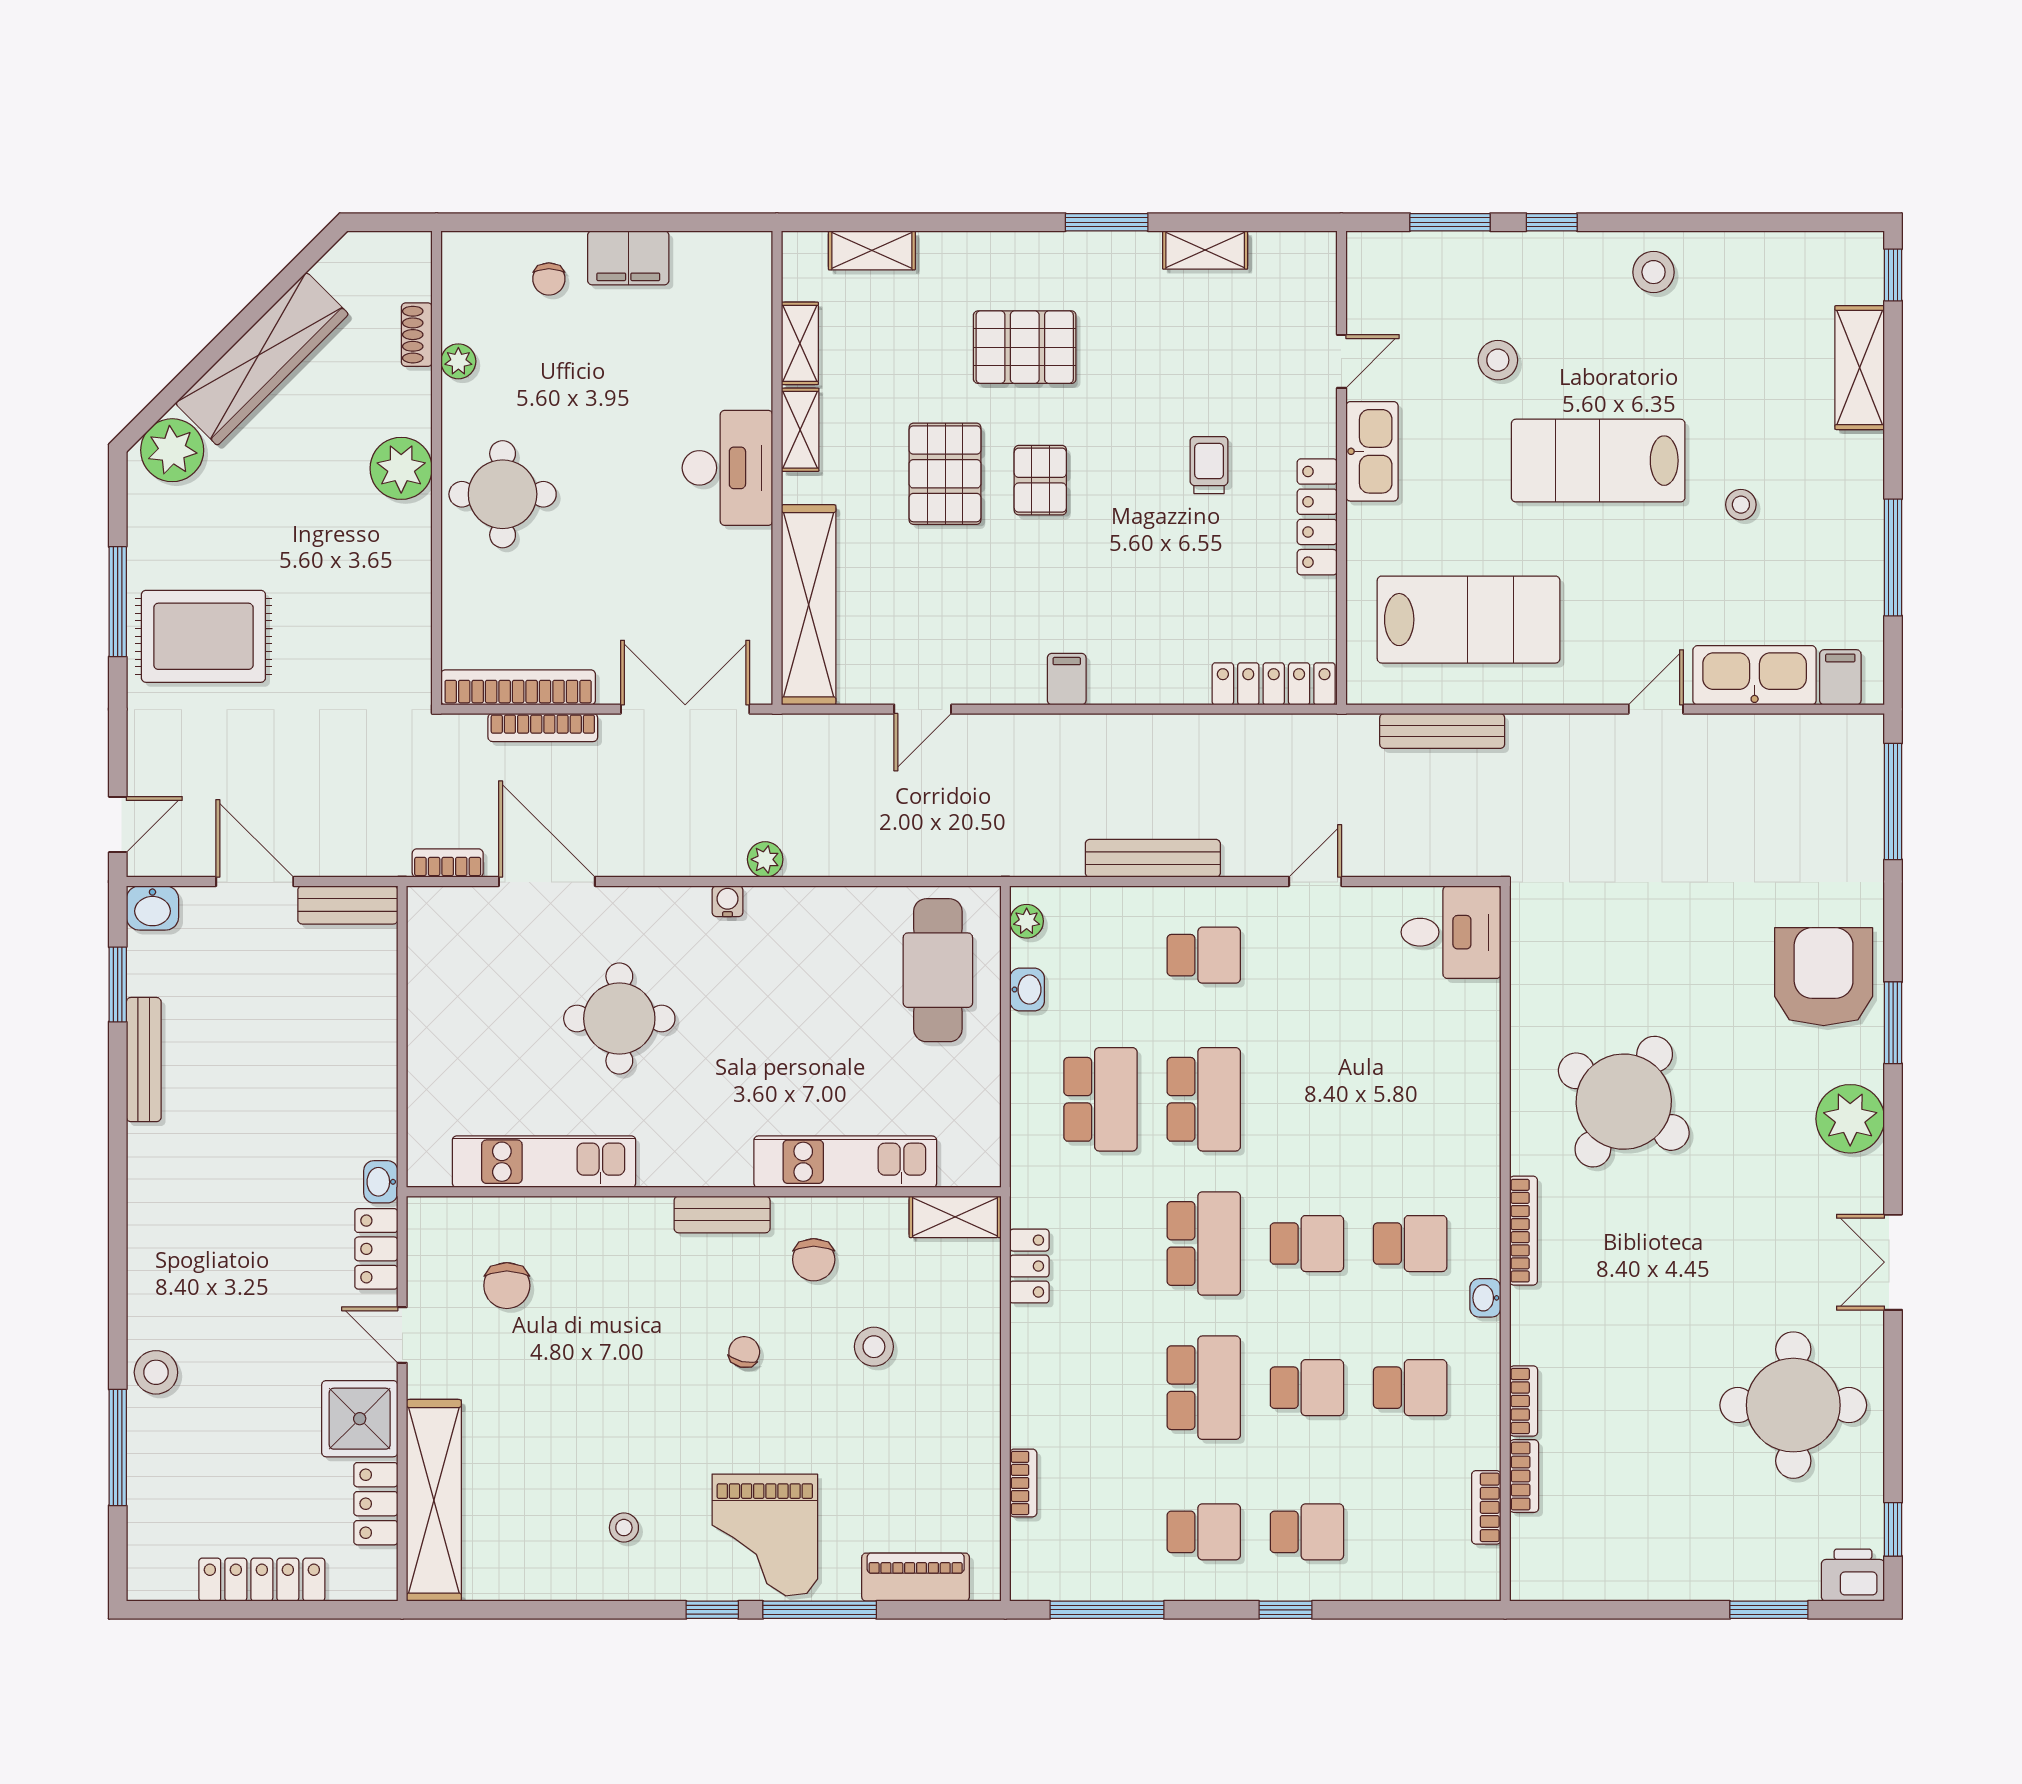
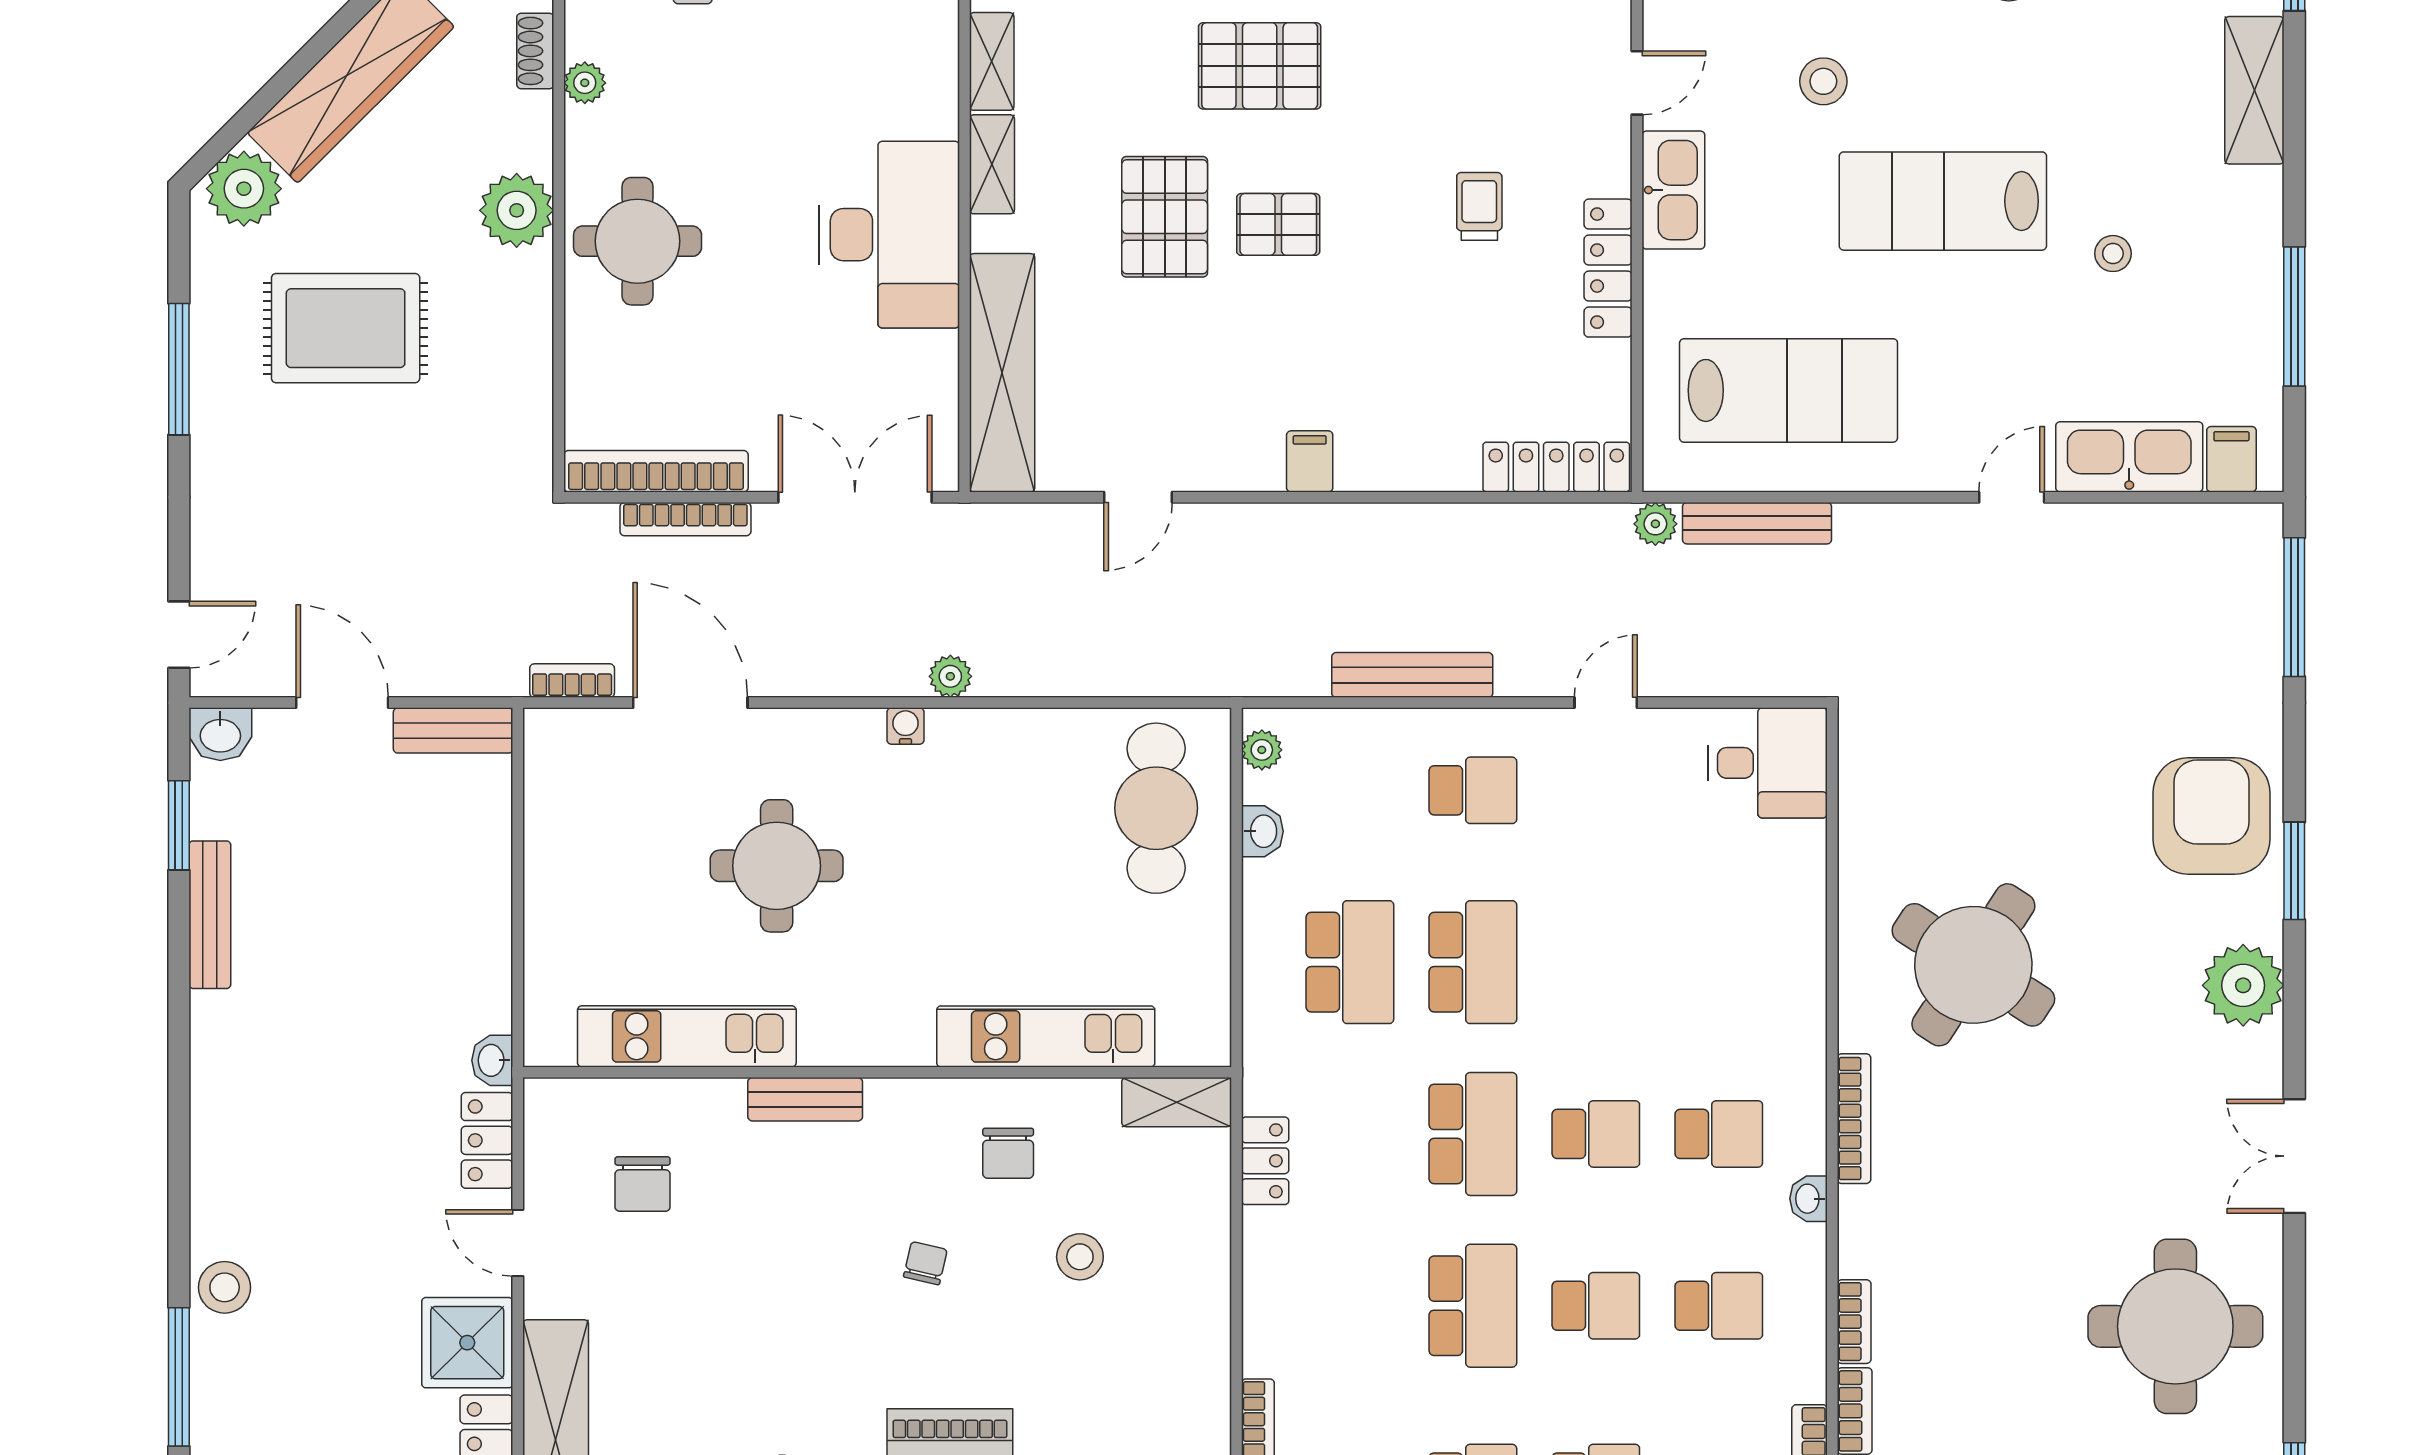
desk: (727, 468) -> (889, 235), width x1.36, depth x1.30
pallet: (1040, 480) -> (1278, 224), turned 90
rug: (203, 636) -> (346, 328), moved
plant: (1357, 731) -> (1655, 524), added
bench: (722, 1214) -> (805, 1099), moved

